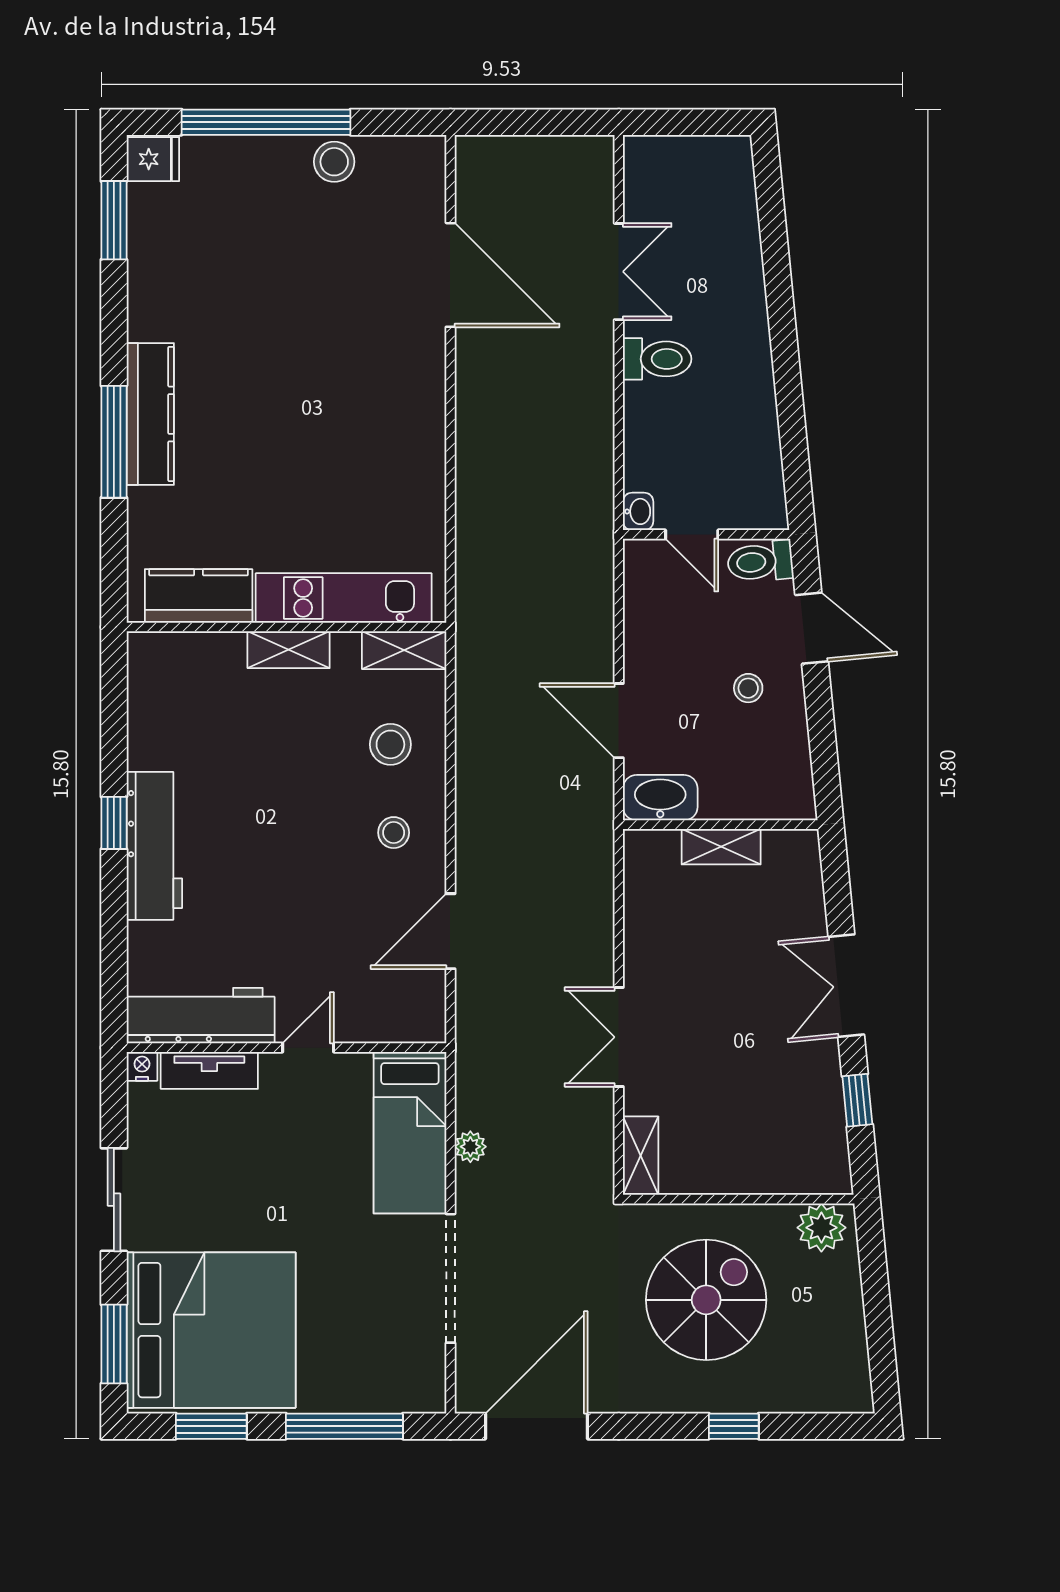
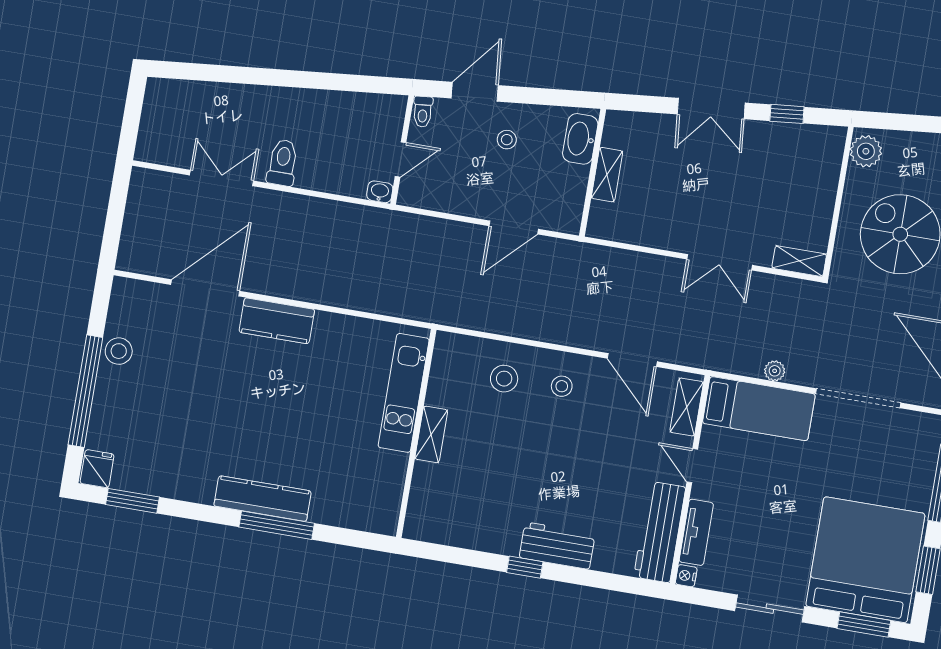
toilet: (760, 562) -> (423, 112), width x0.73, depth x0.72
kitchen counter: (199, 596) -> (277, 321), moved, turned -90
shelving: (404, 650) -> (687, 407), moved
washbasin: (660, 798) -> (580, 139), moved
workbench: (154, 846) -> (557, 546), width x0.73

